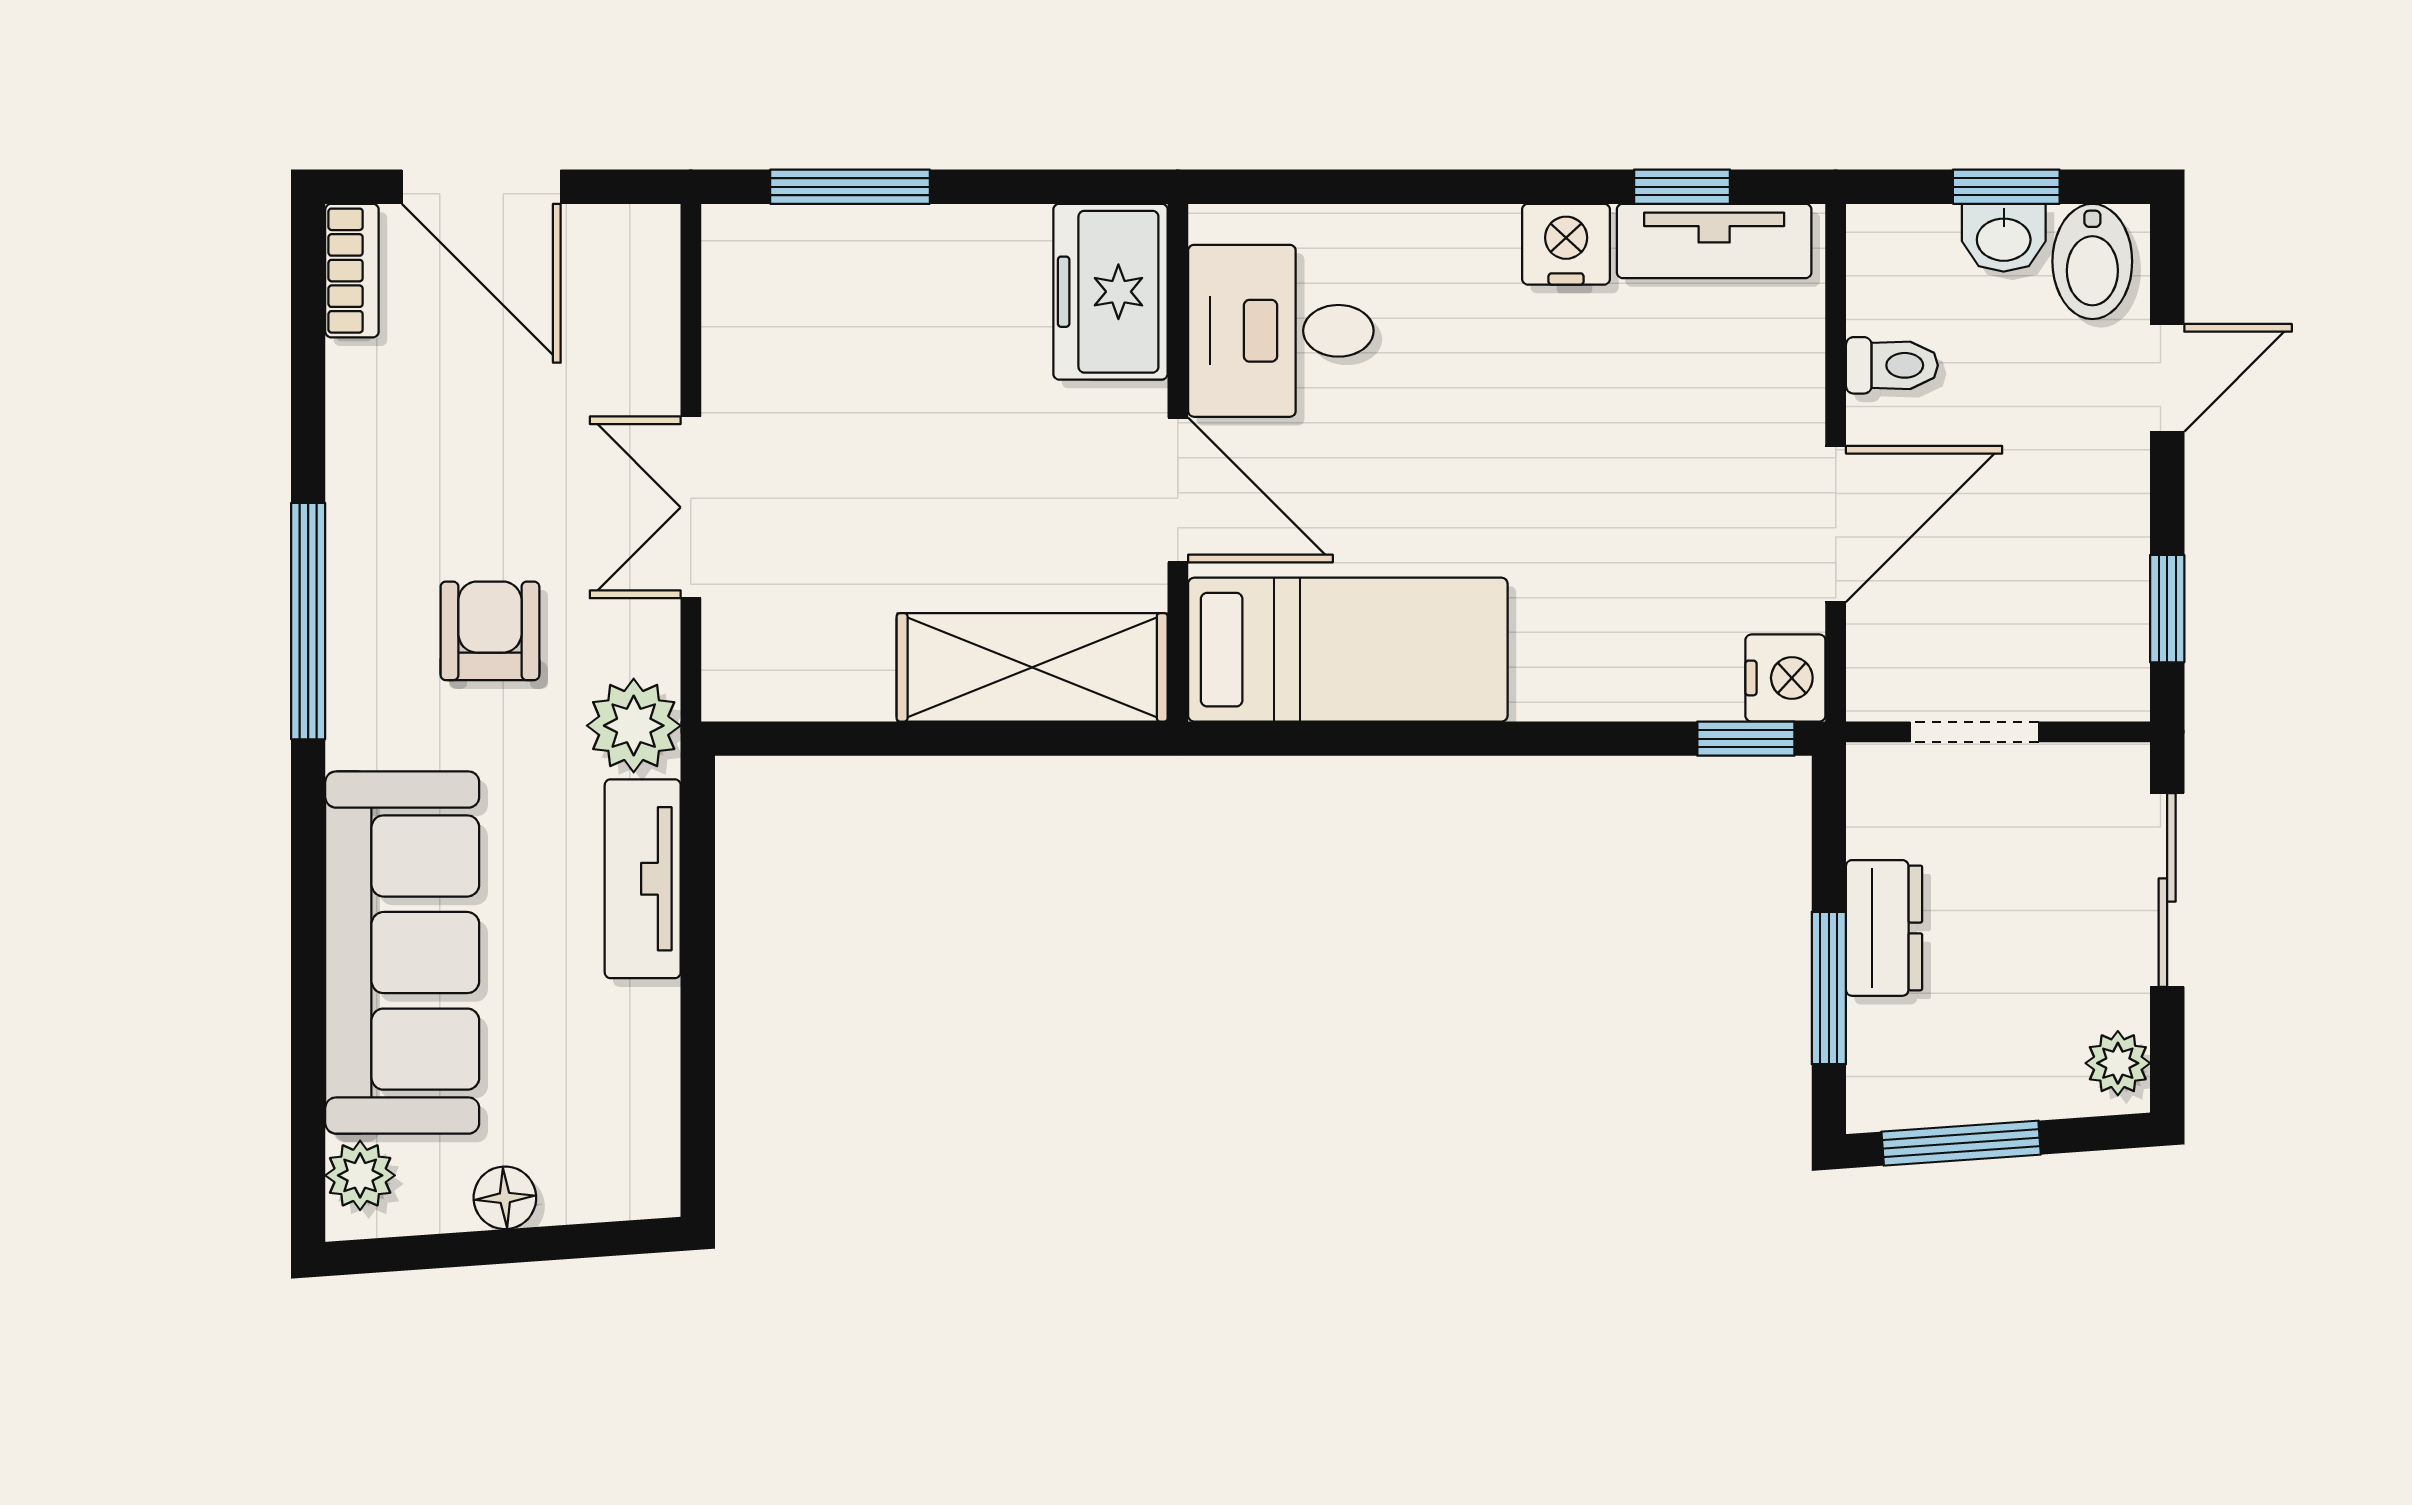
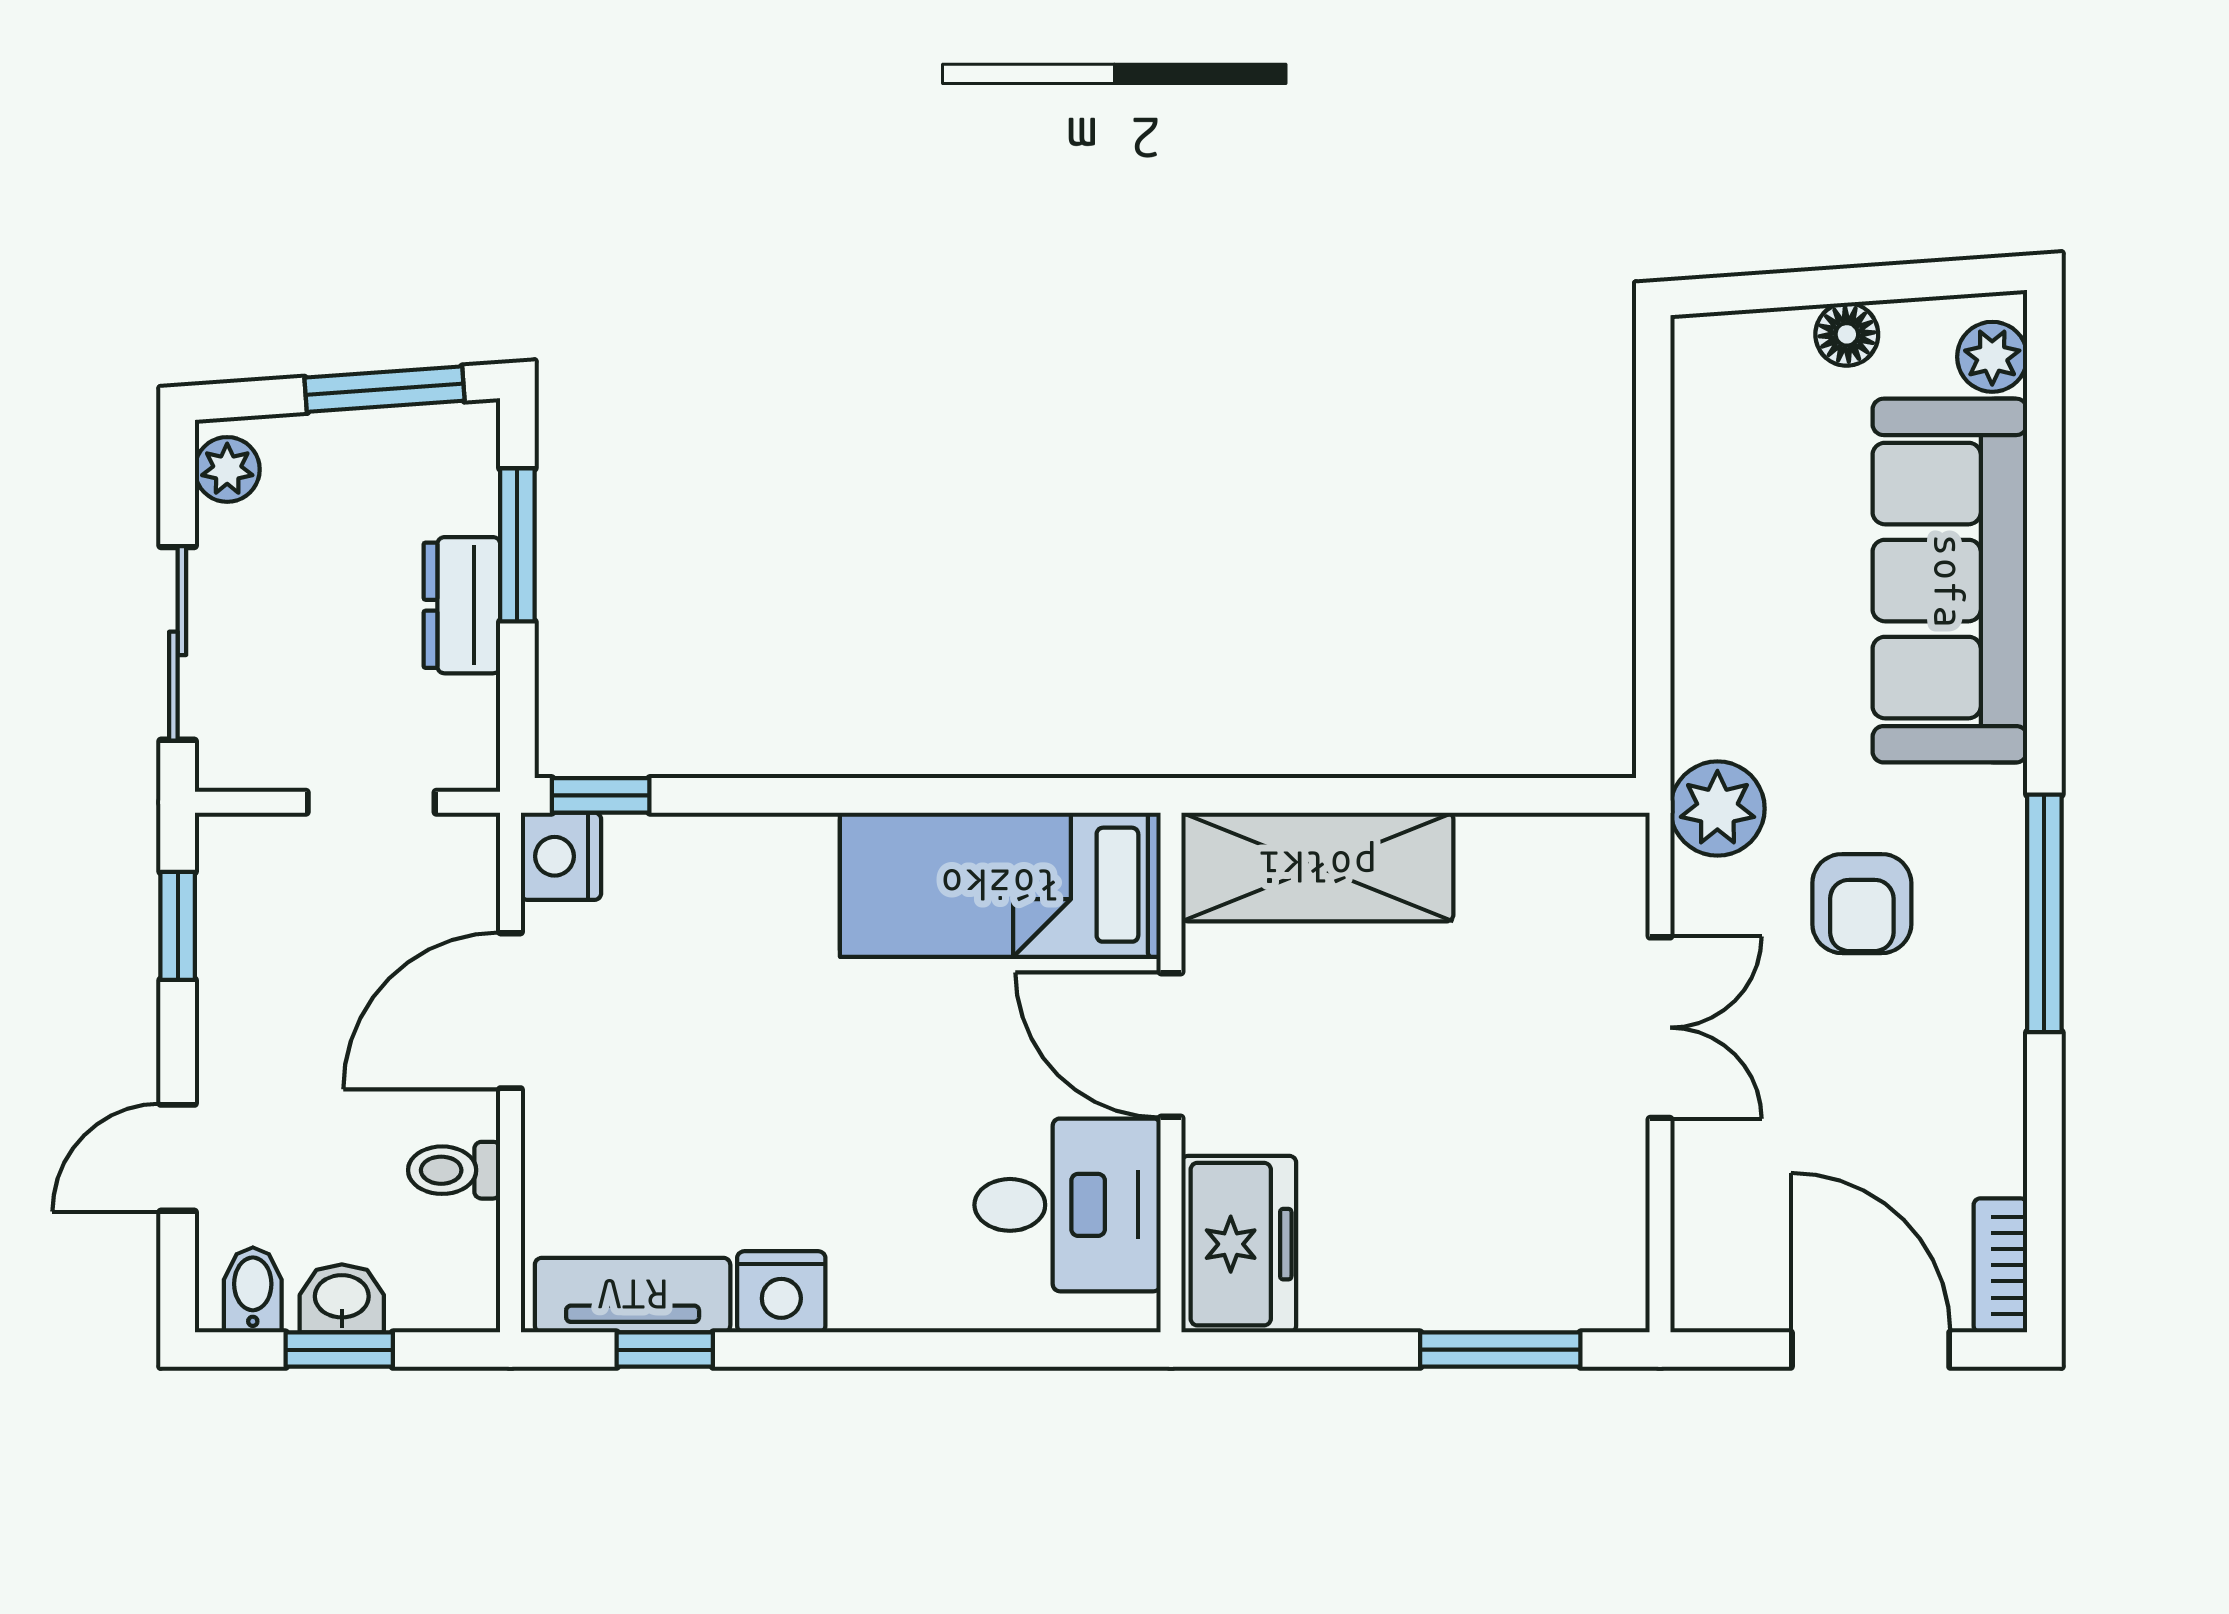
bidet: (2092, 261) -> (253, 1290), width x0.72, depth x0.74
tv unit: (643, 879) -> (1708, 655), removed

